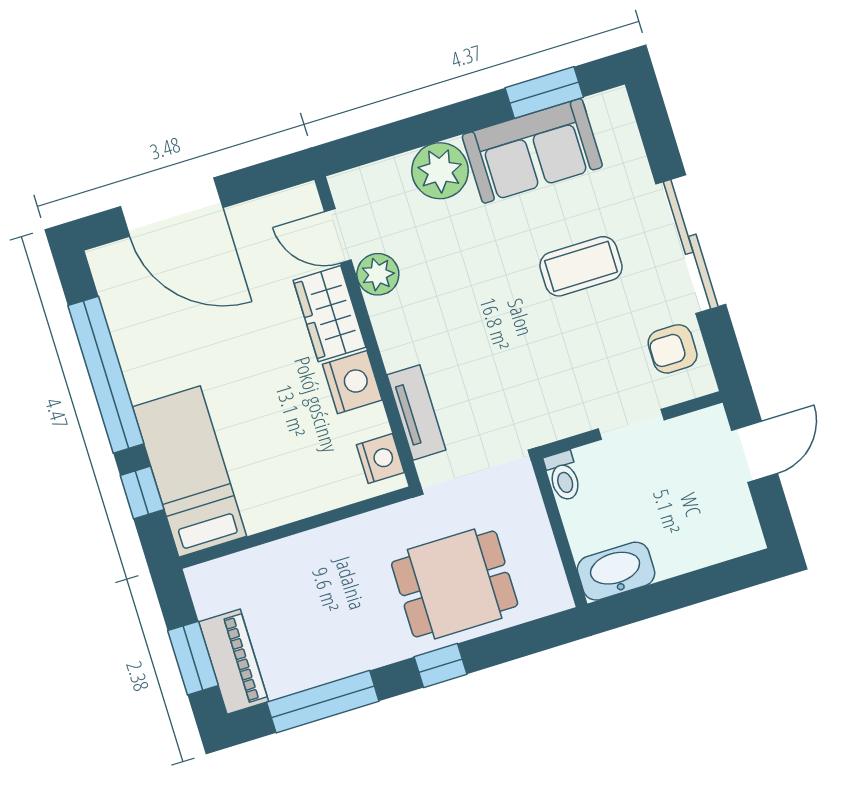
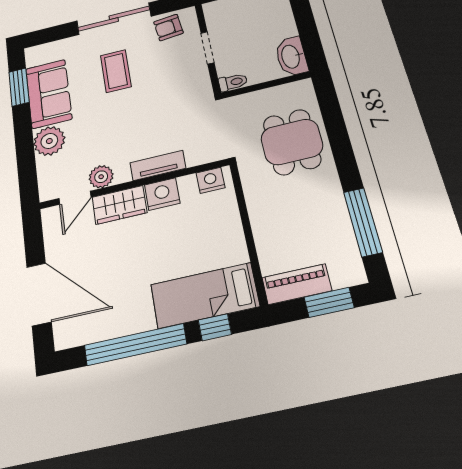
door: (172, 207) -> (39, 294), hinge flipped
armchair: (673, 349) -> (168, 27), turned 84
tv unit: (416, 412) -> (158, 165), moved
piano: (234, 662) -> (297, 284), moved
window: (440, 666) -> (343, 152), removed

